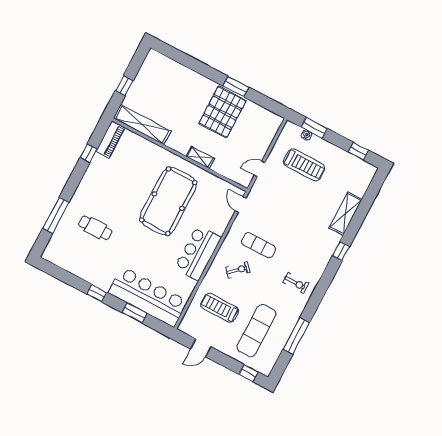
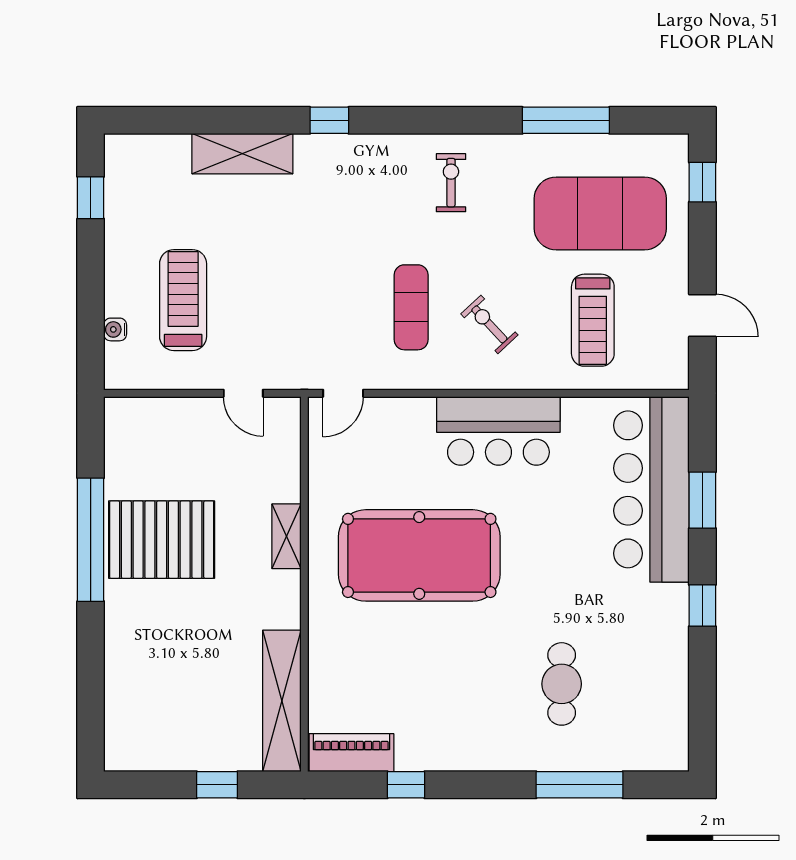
window: (236, 87) -> (91, 540), width x2.11
window: (314, 128) -> (91, 321), removed
exercise mat: (256, 331) -> (600, 213), width x1.47

